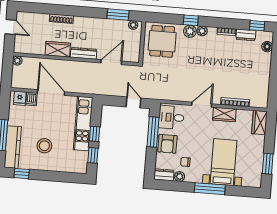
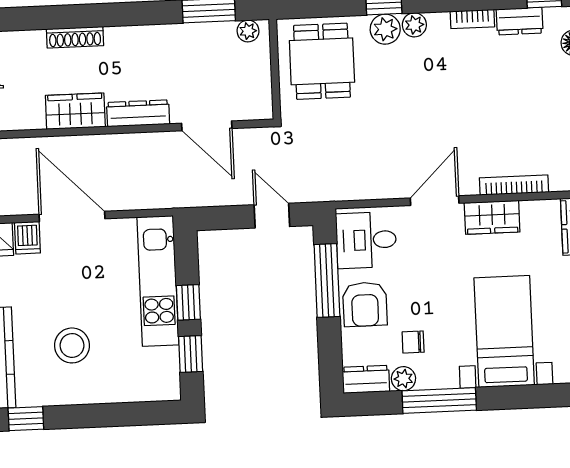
door: (111, 62) -> (207, 126), swing flipped
window: (210, 189) -> (439, 400), moved

